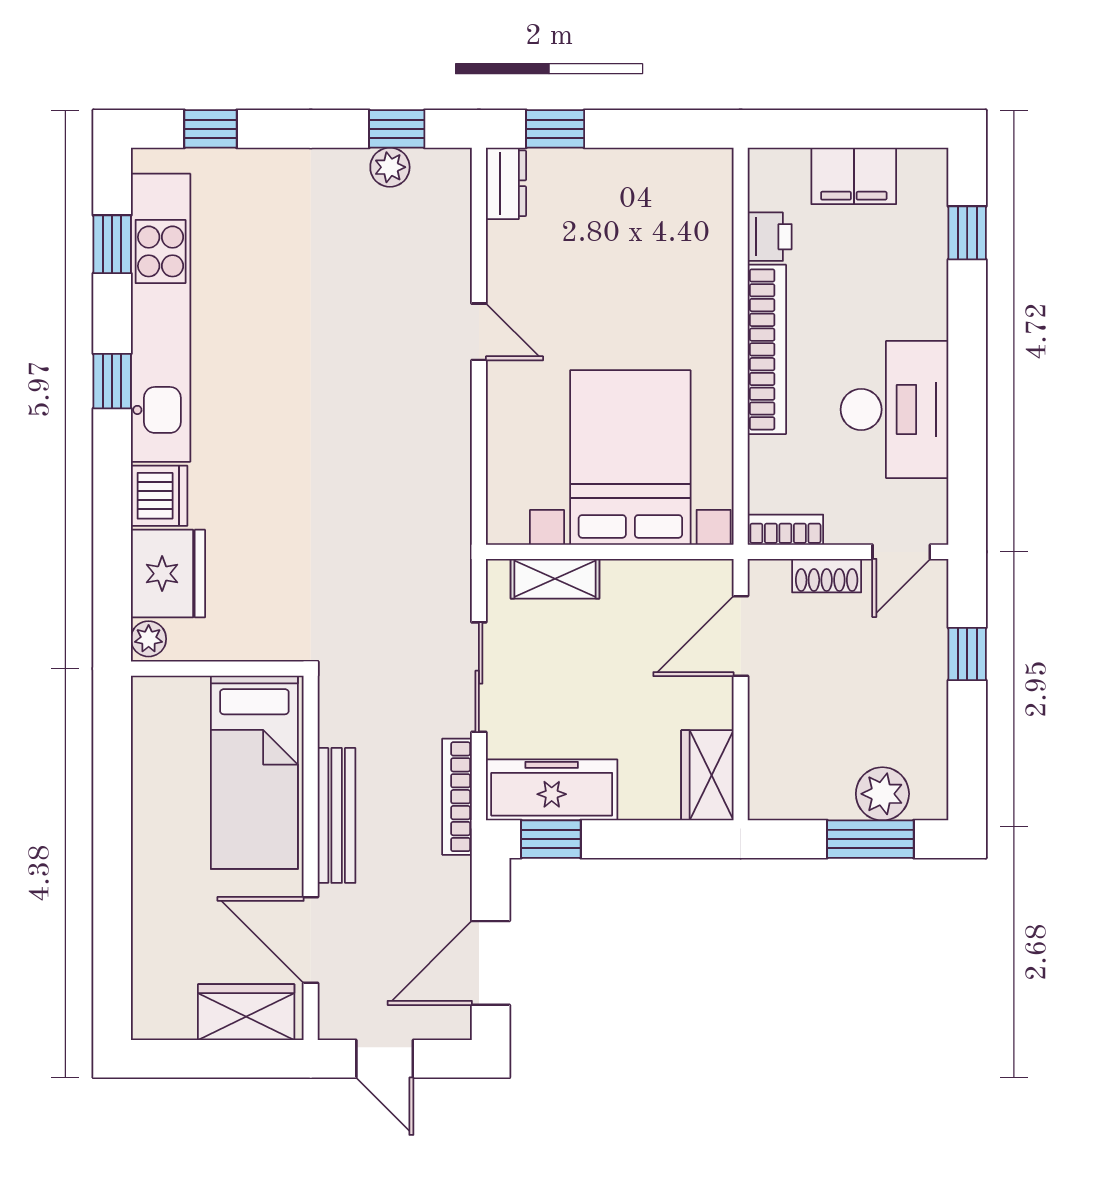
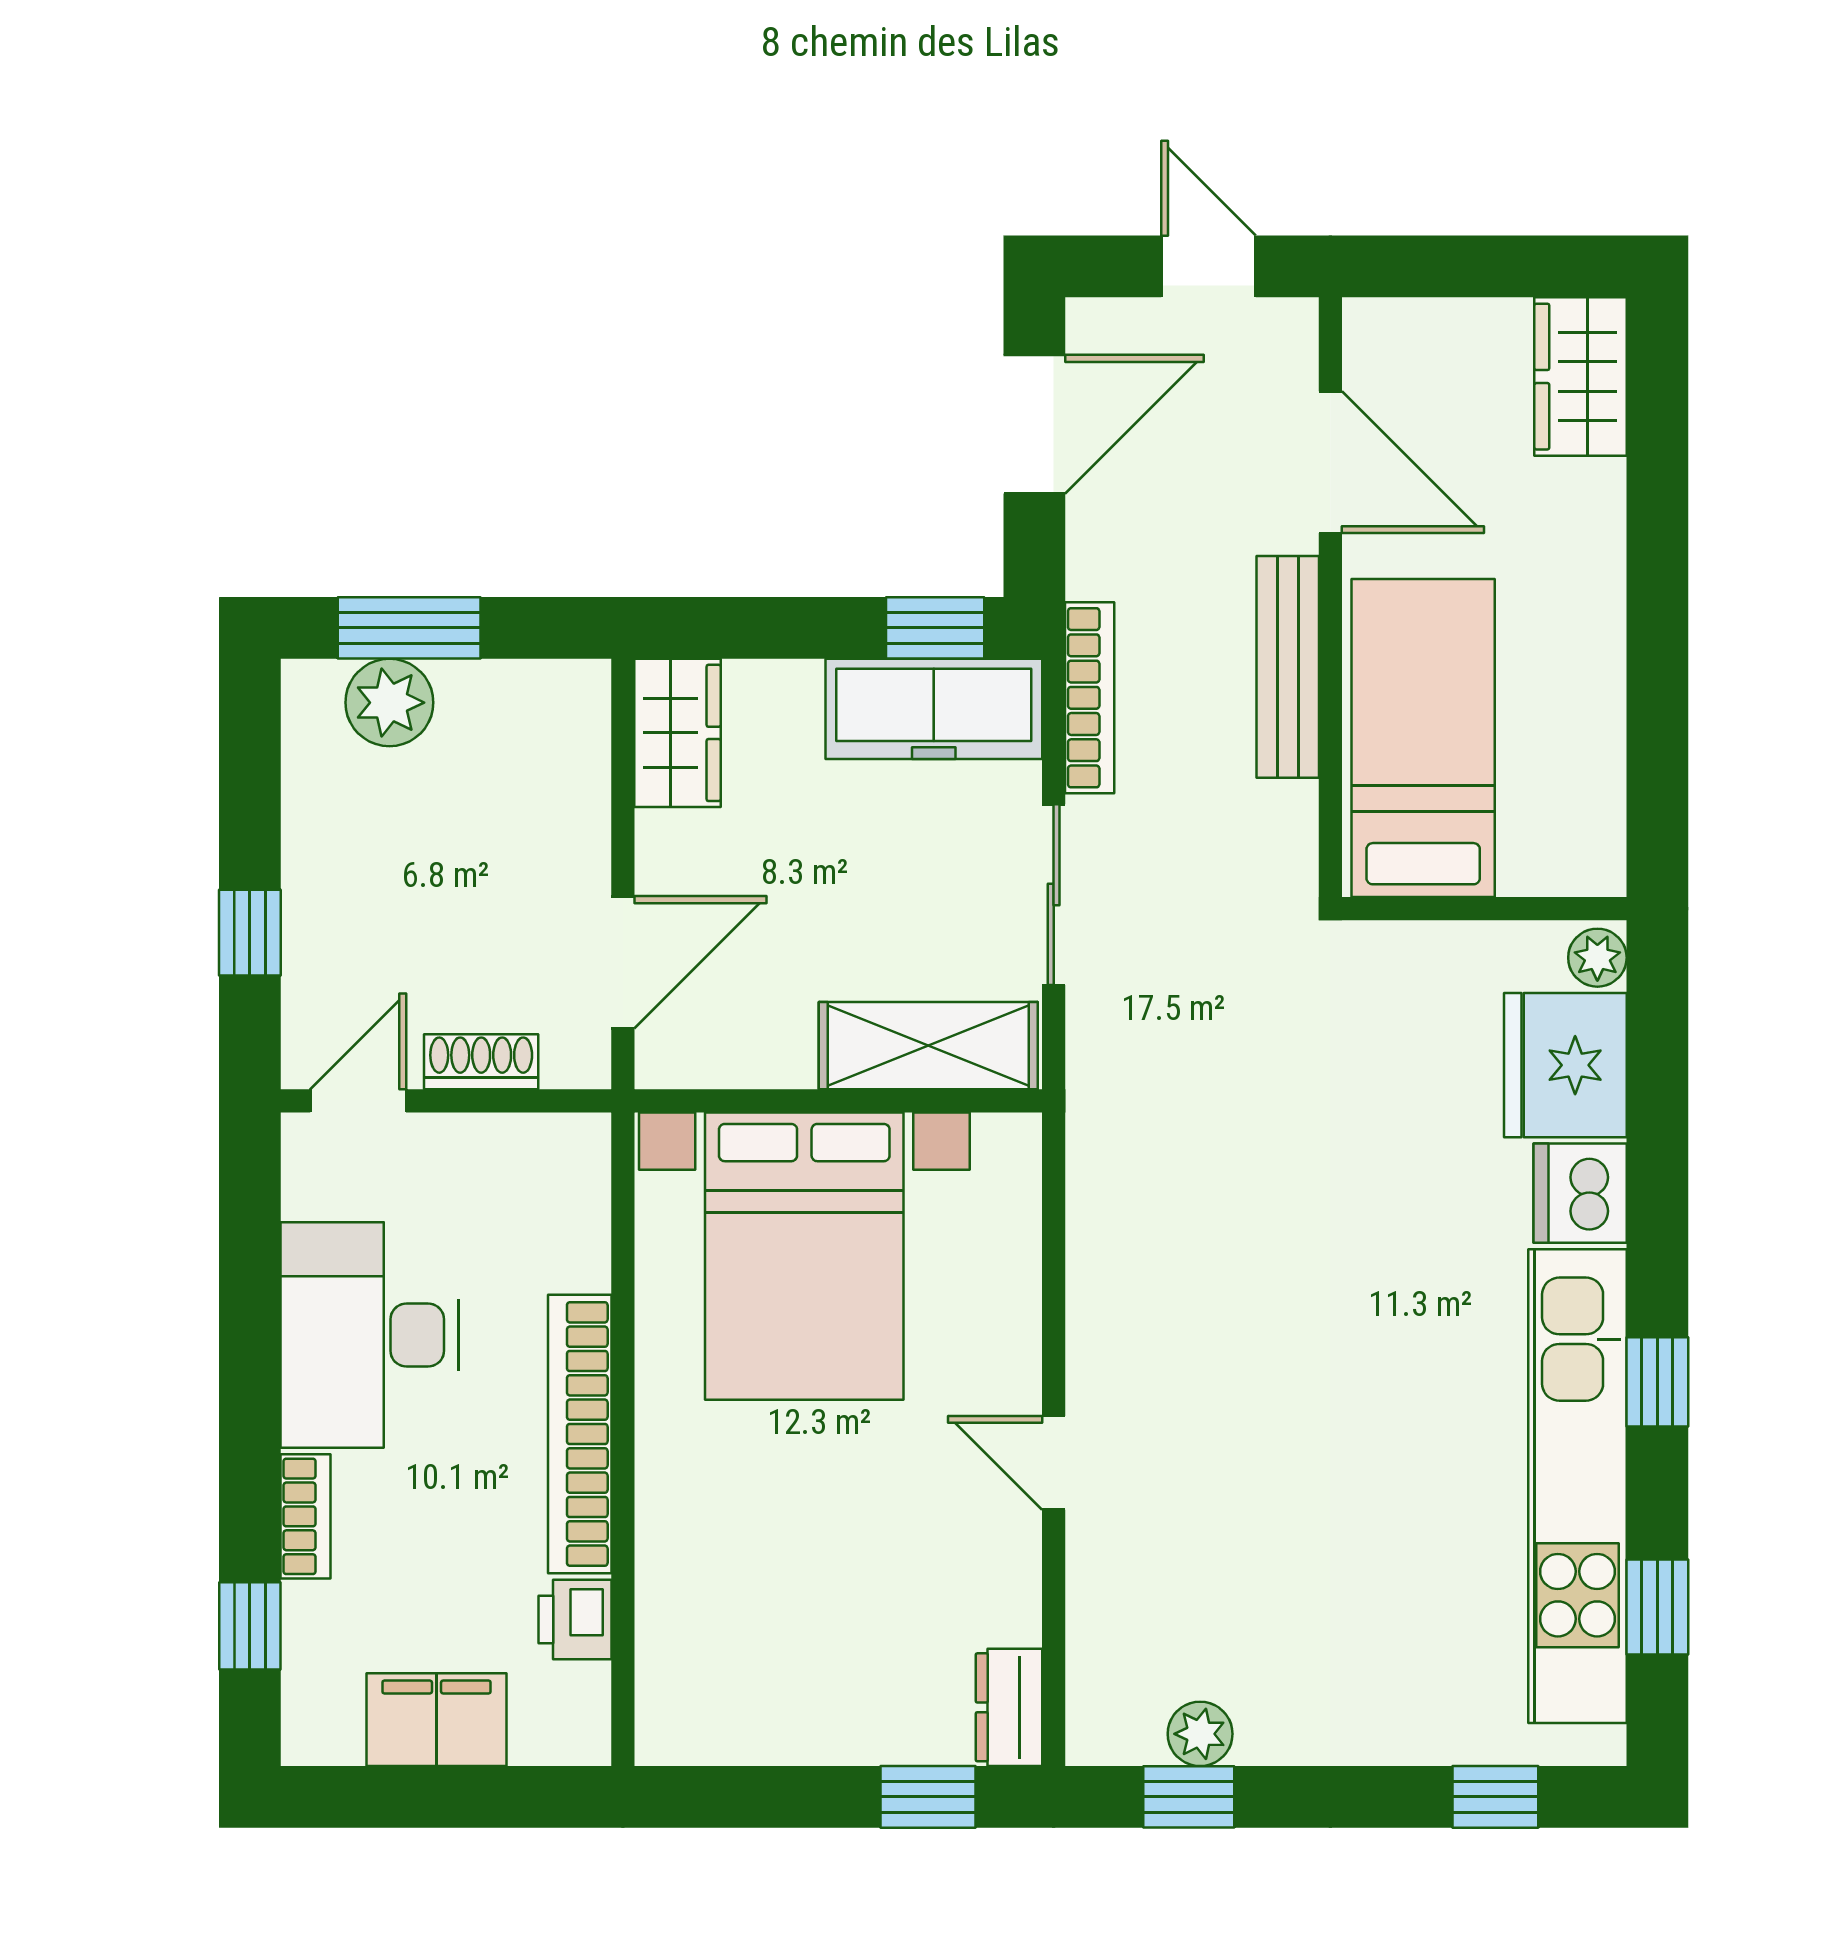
bookcase: (785, 530) -> (306, 1516), moved, turned -90
shelving: (555, 579) -> (928, 1046), width x1.50, depth x1.33
wardrobe: (246, 1012) -> (1580, 377), moved, turned 90

